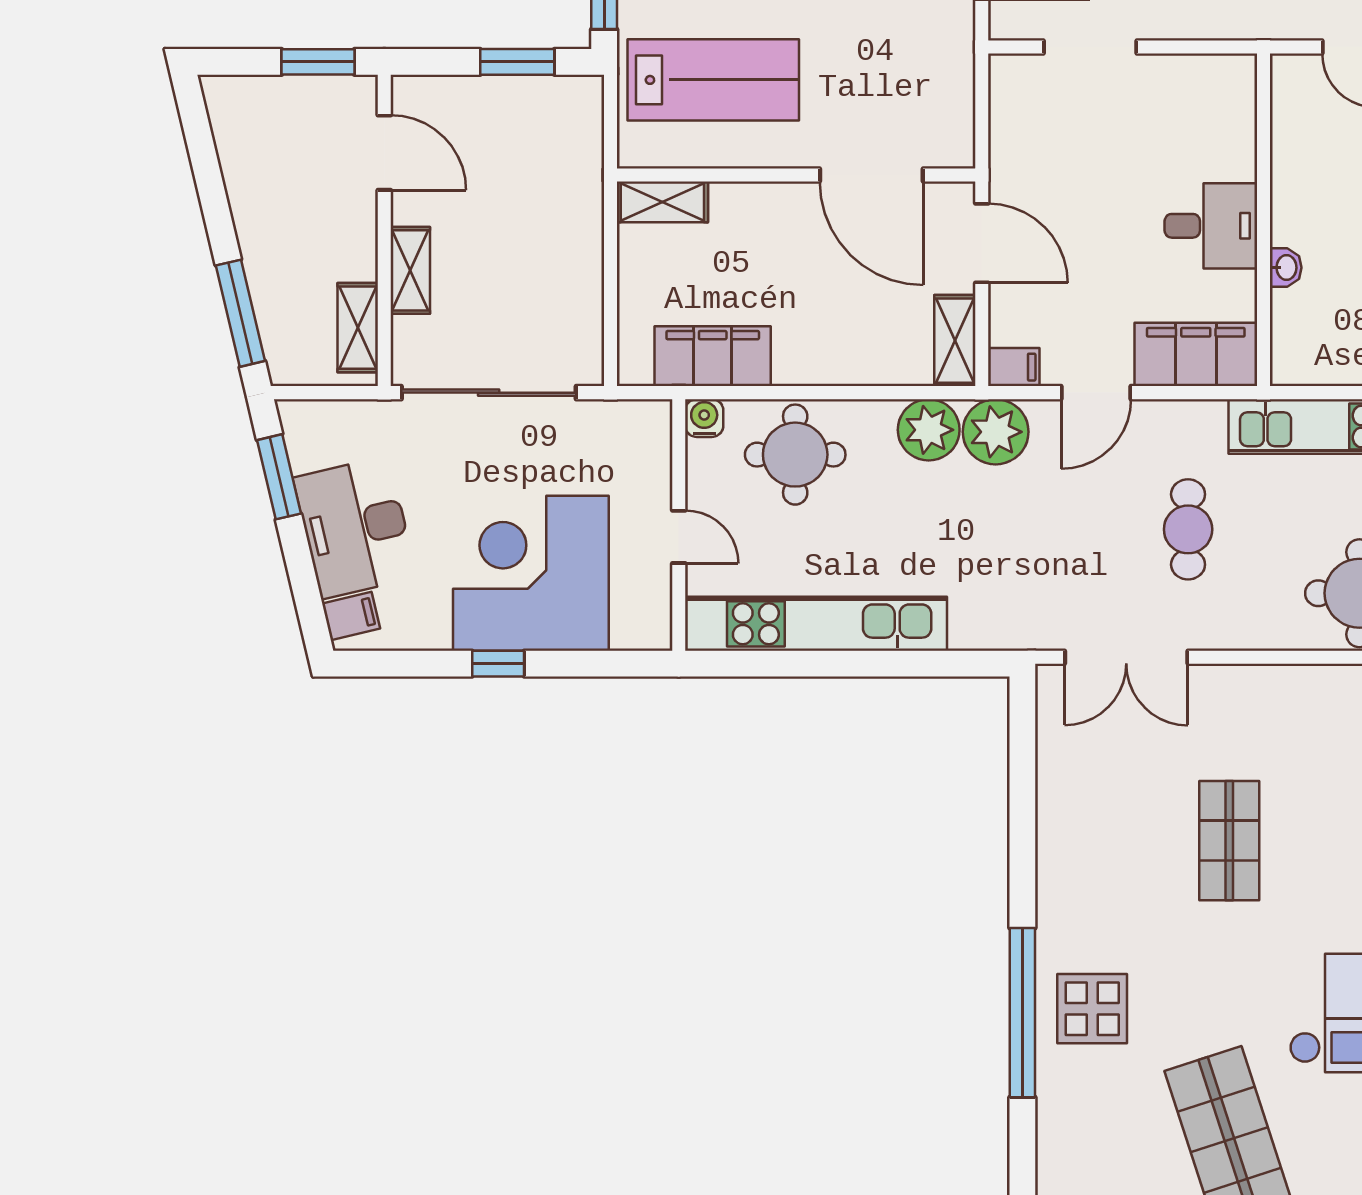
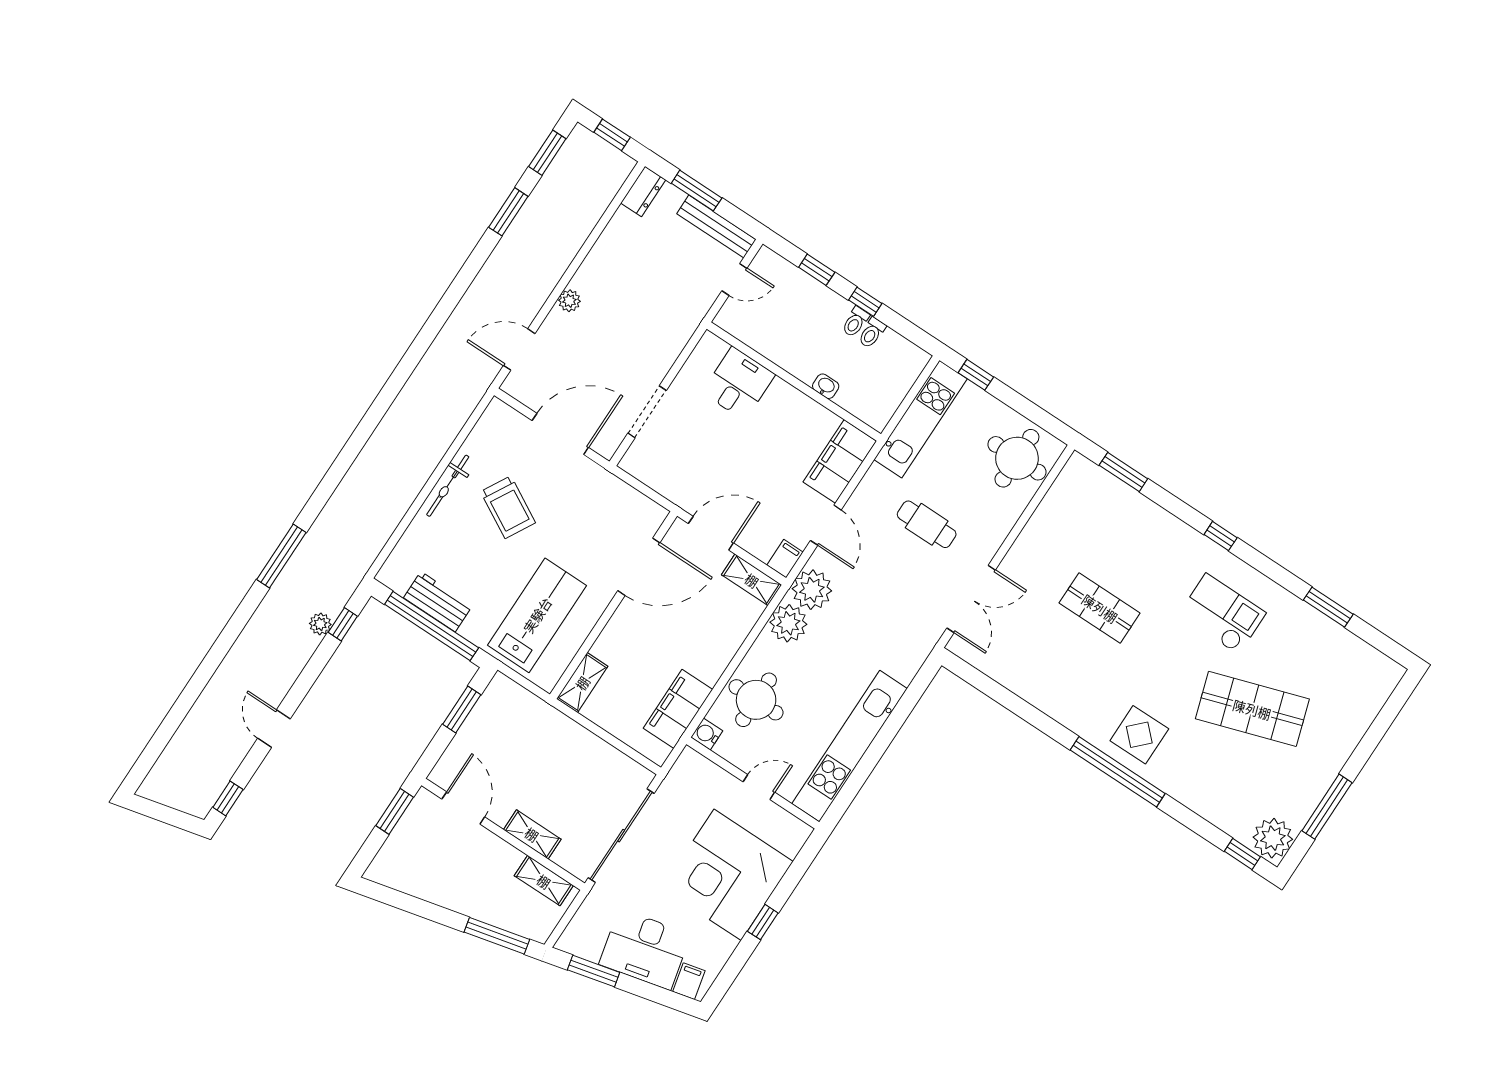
door: (384, 153) -> (463, 808), hinge flipped
desk: (1211, 226) -> (738, 383), moved

